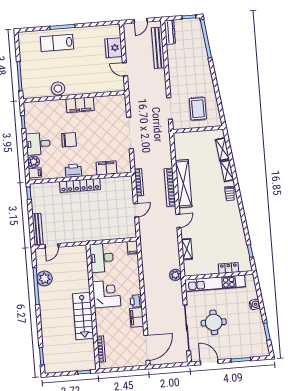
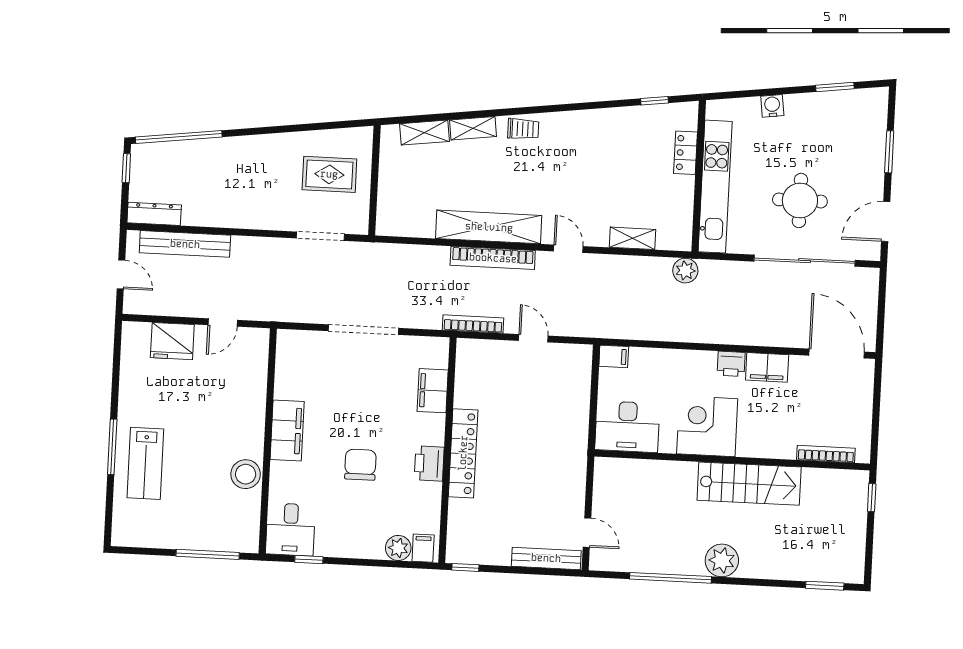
desk: (38, 144) -> (290, 529), moved
plant: (45, 278) -> (722, 560), moved

